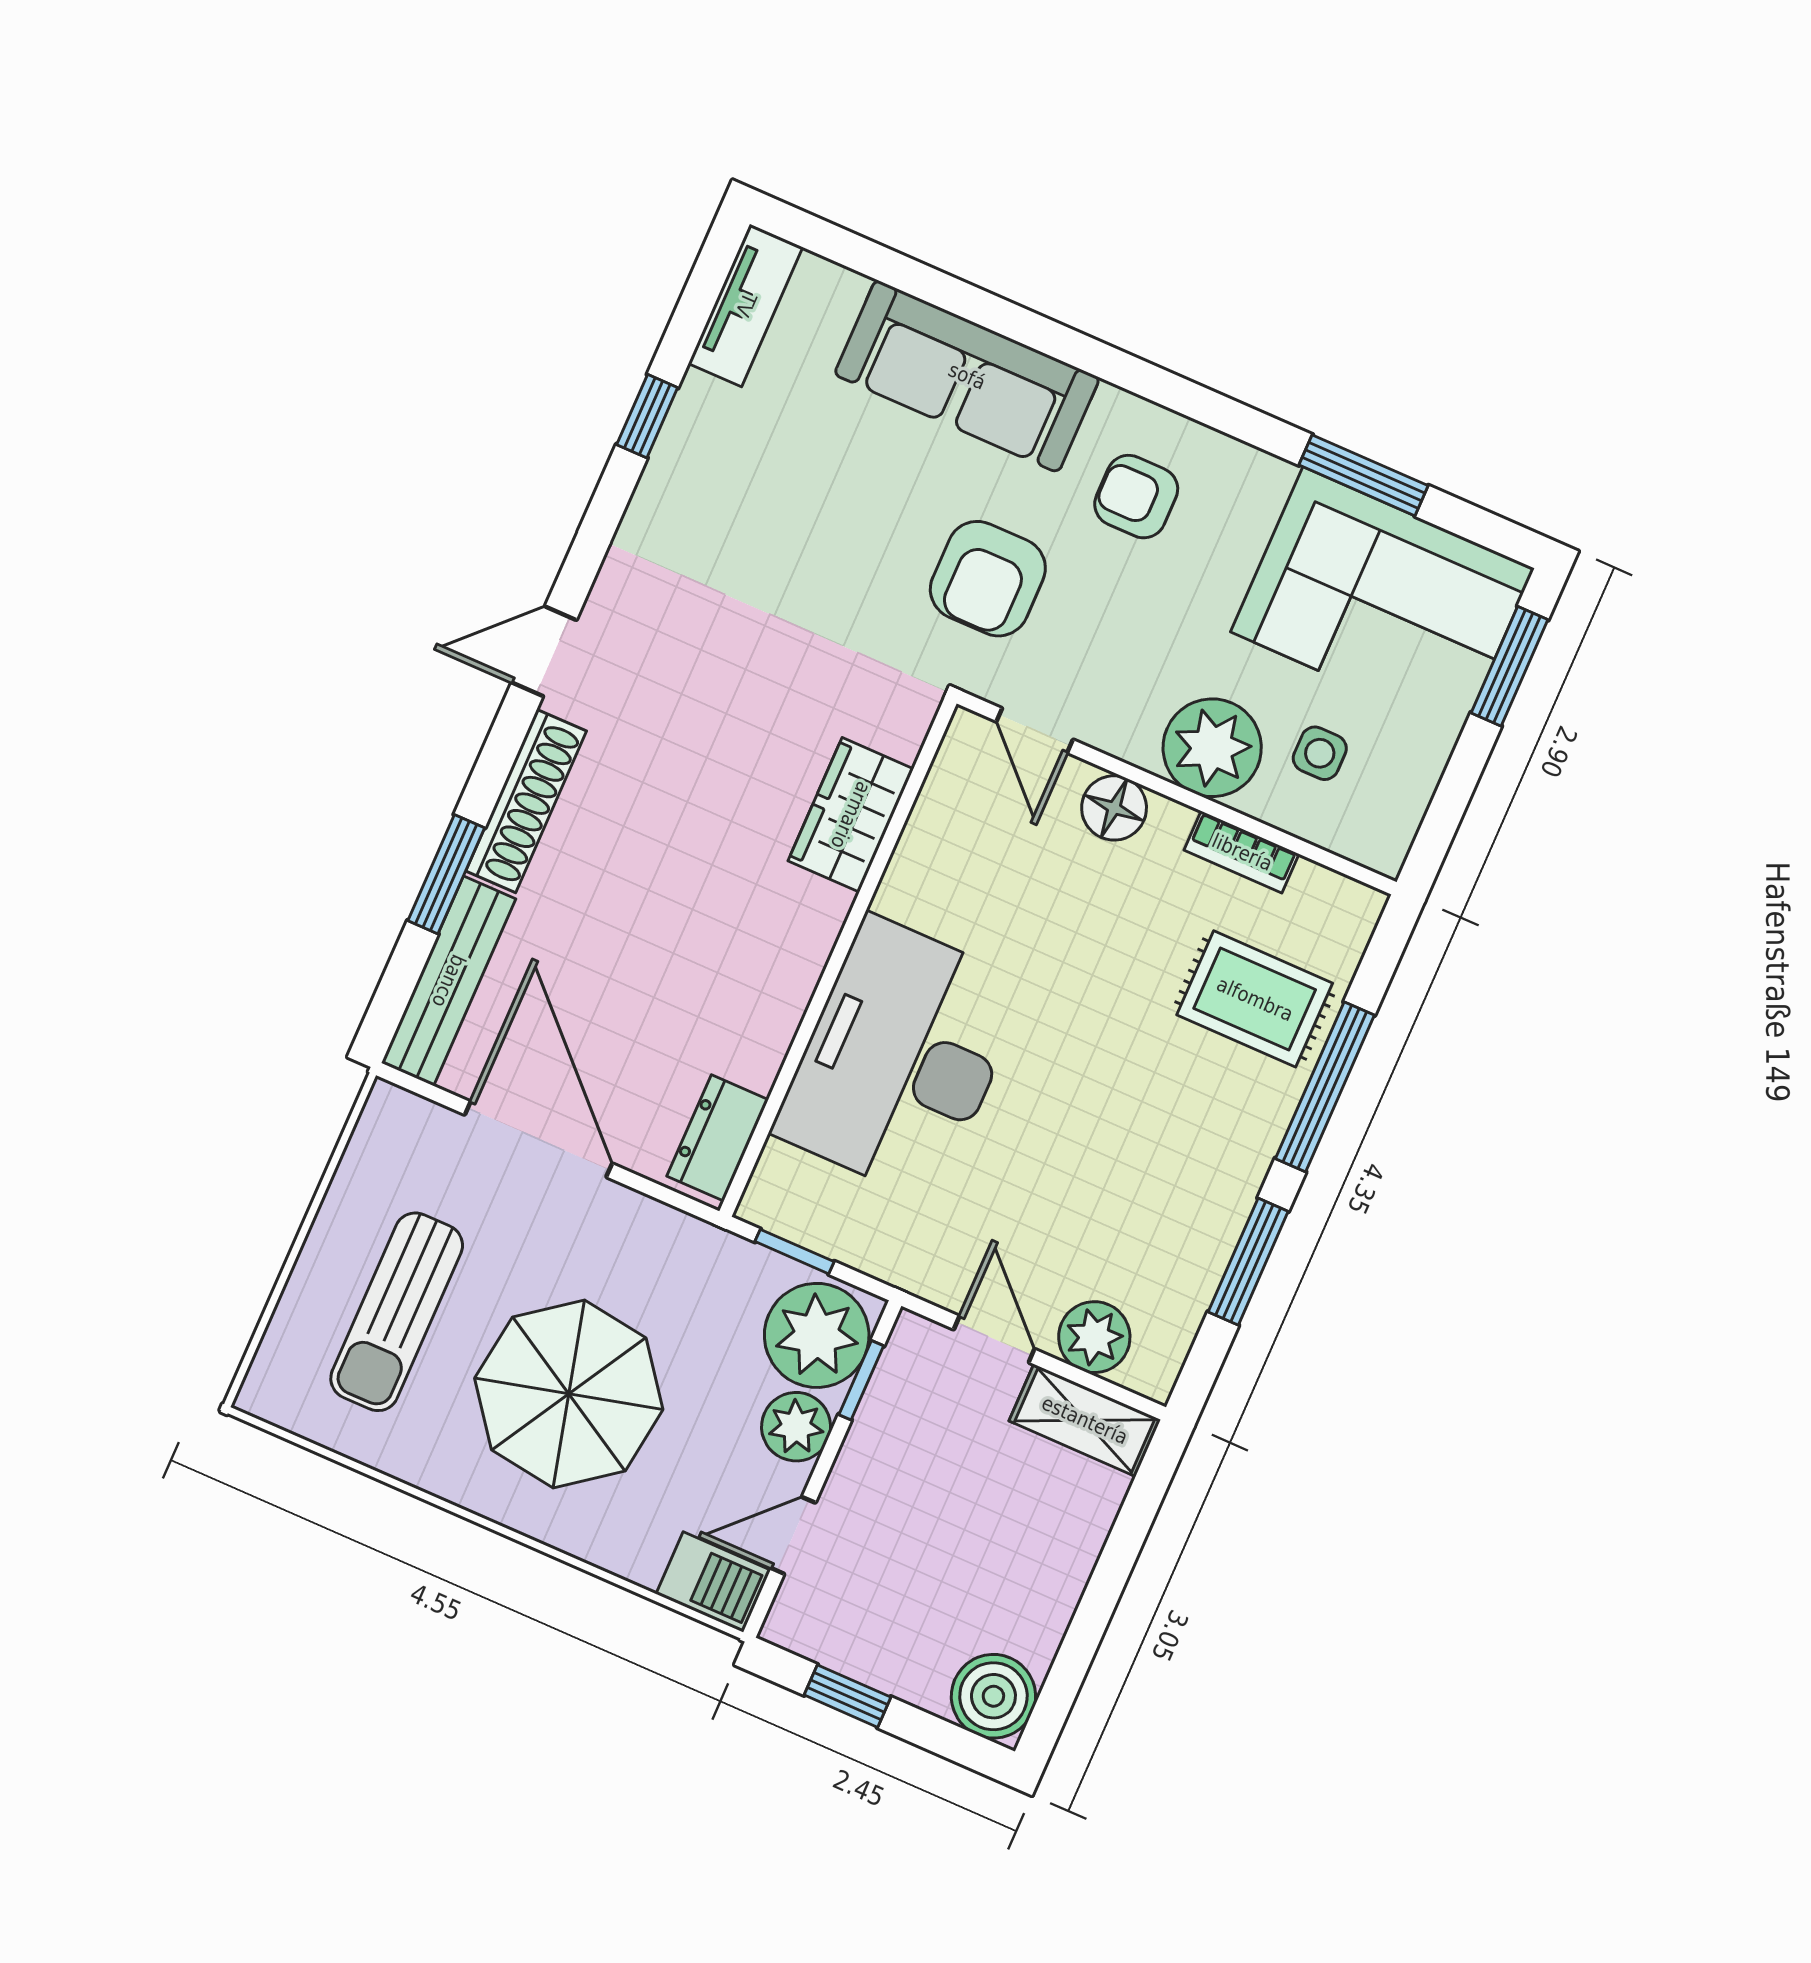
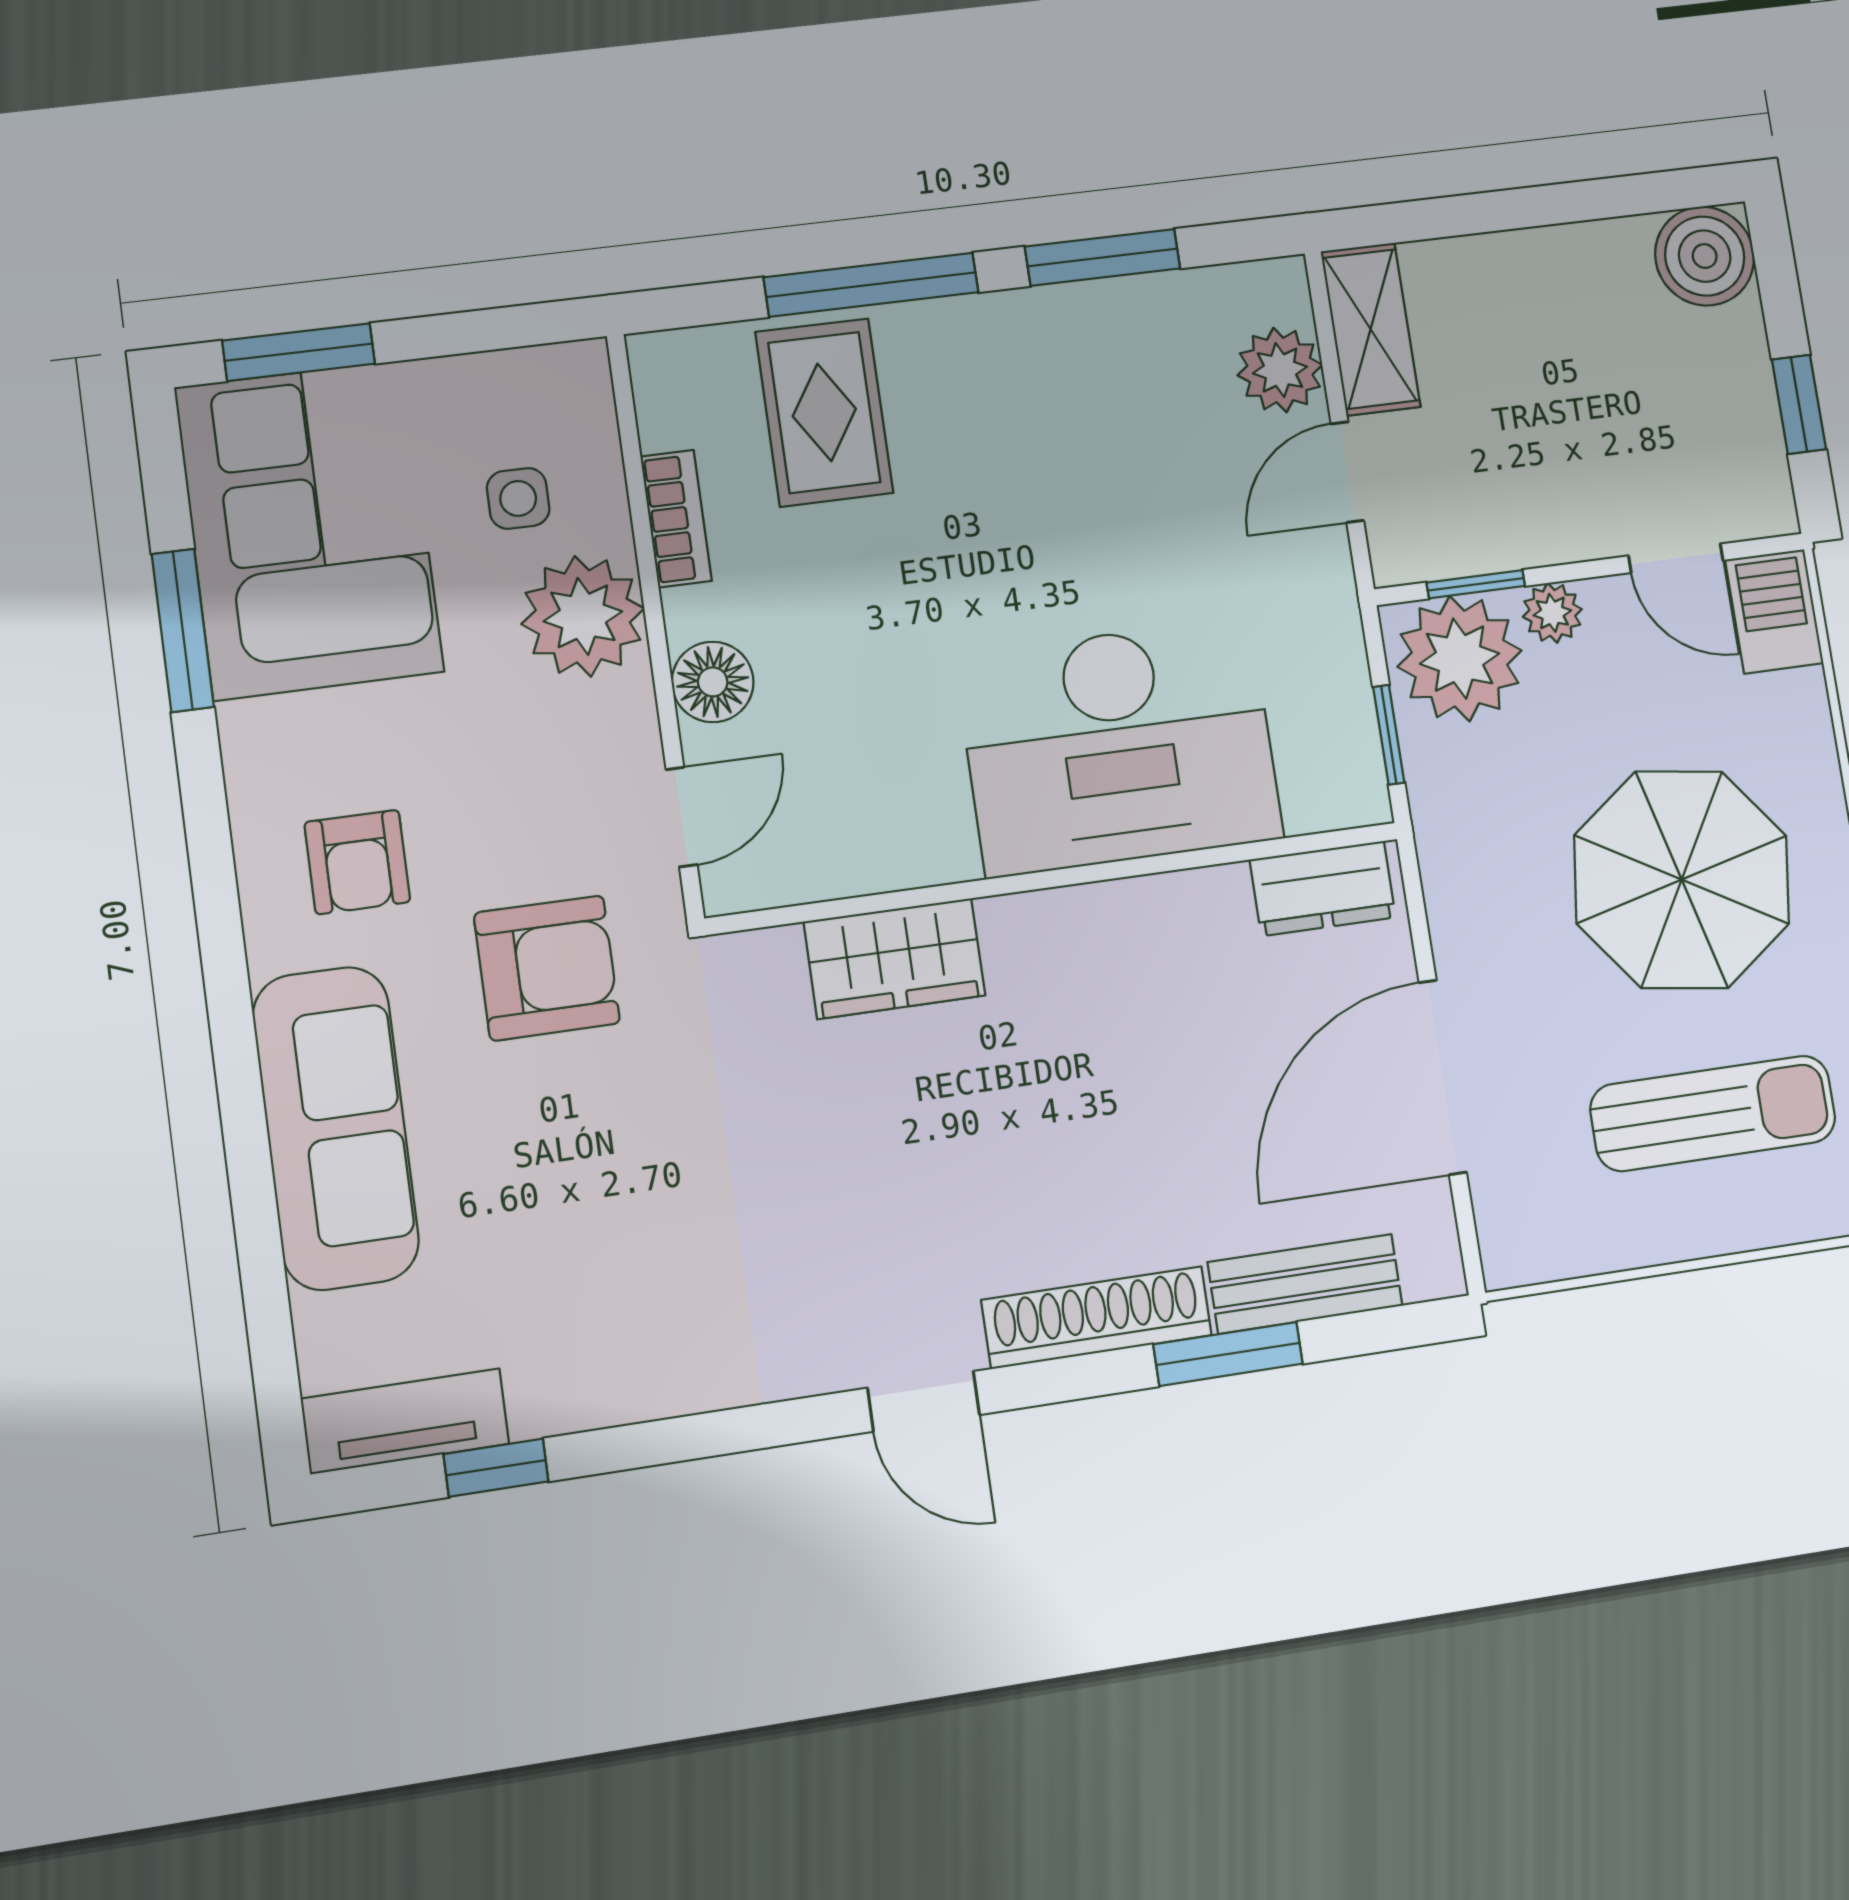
window: (647, 416) -> (496, 1468), moved
bench: (449, 981) -> (1305, 1284), width x0.73
plant: (796, 1427) -> (1552, 613), width x0.73, depth x0.73

